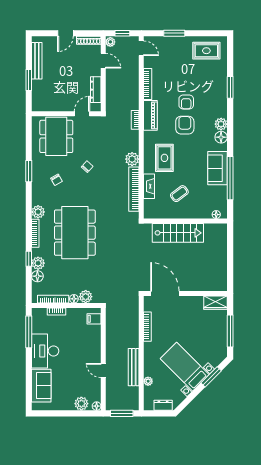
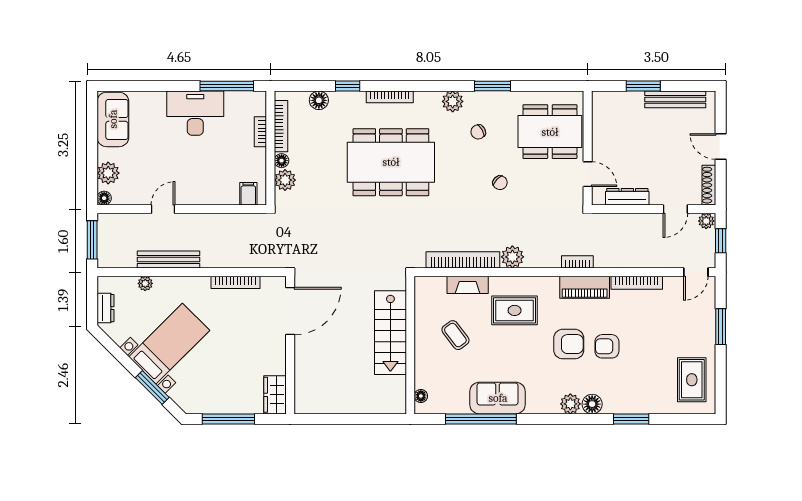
floor lamp: (221, 137) -> (592, 404), moved
plant: (38, 212) -> (453, 101), moved
plant: (38, 263) -> (340, 101), removed
sofa: (41, 386) -> (113, 119), moved, turned -90

